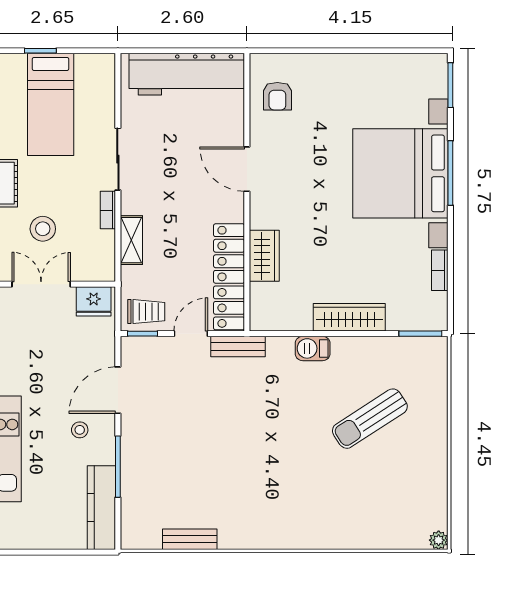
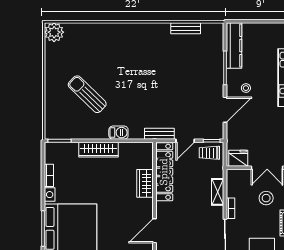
door: (247, 169) -> (154, 231), swing flipped
sun lounger: (370, 419) -> (87, 94), turned -103
plant: (439, 540) -> (54, 32), width x1.88, depth x1.88

